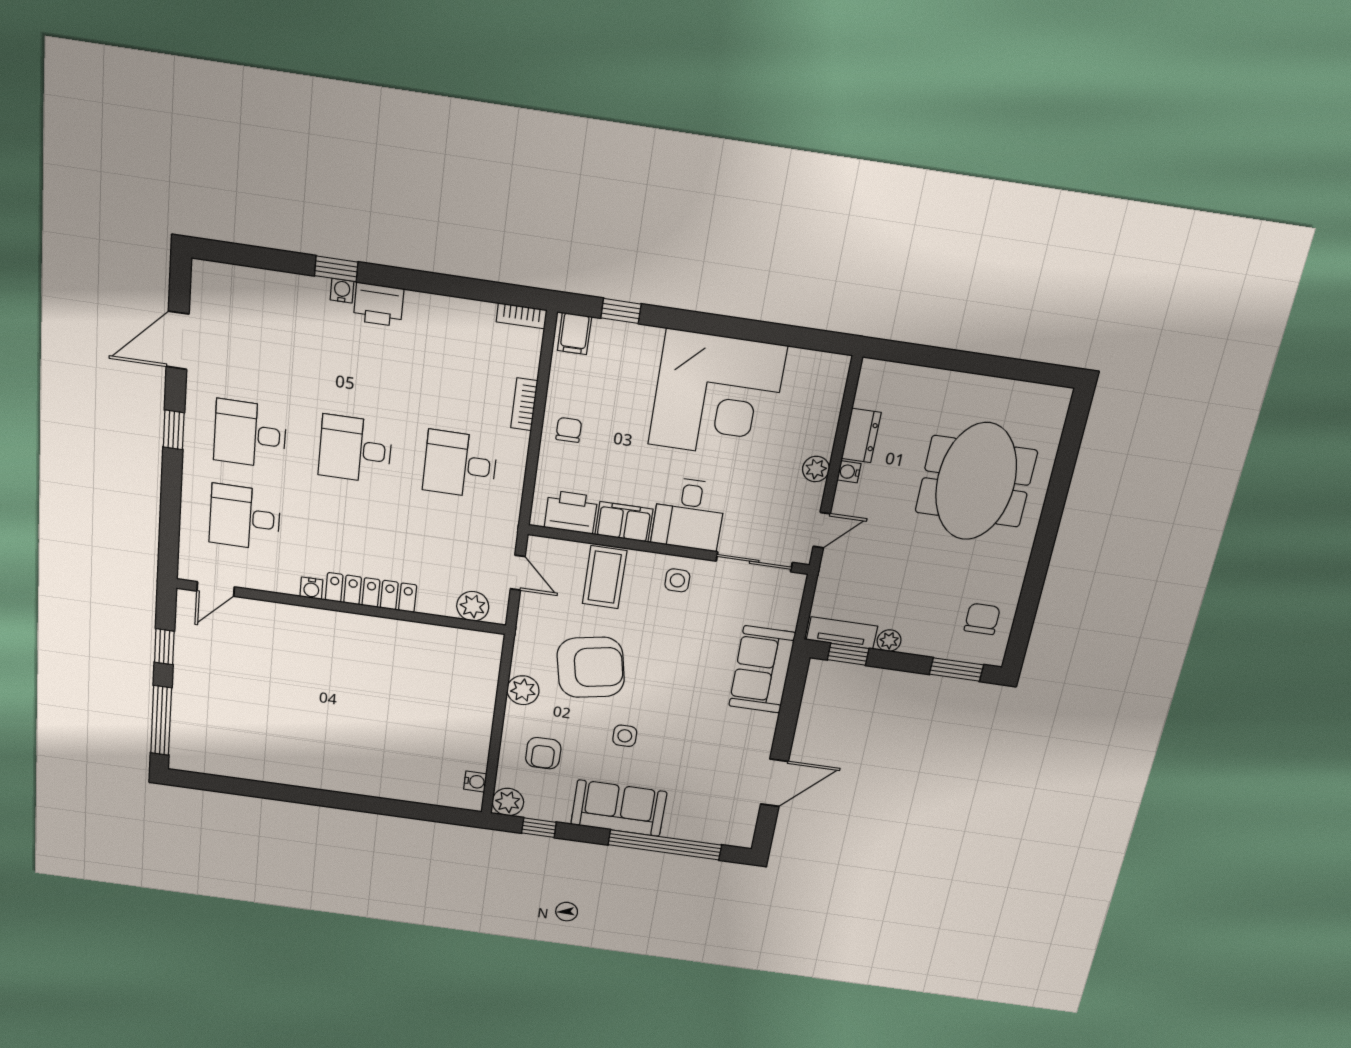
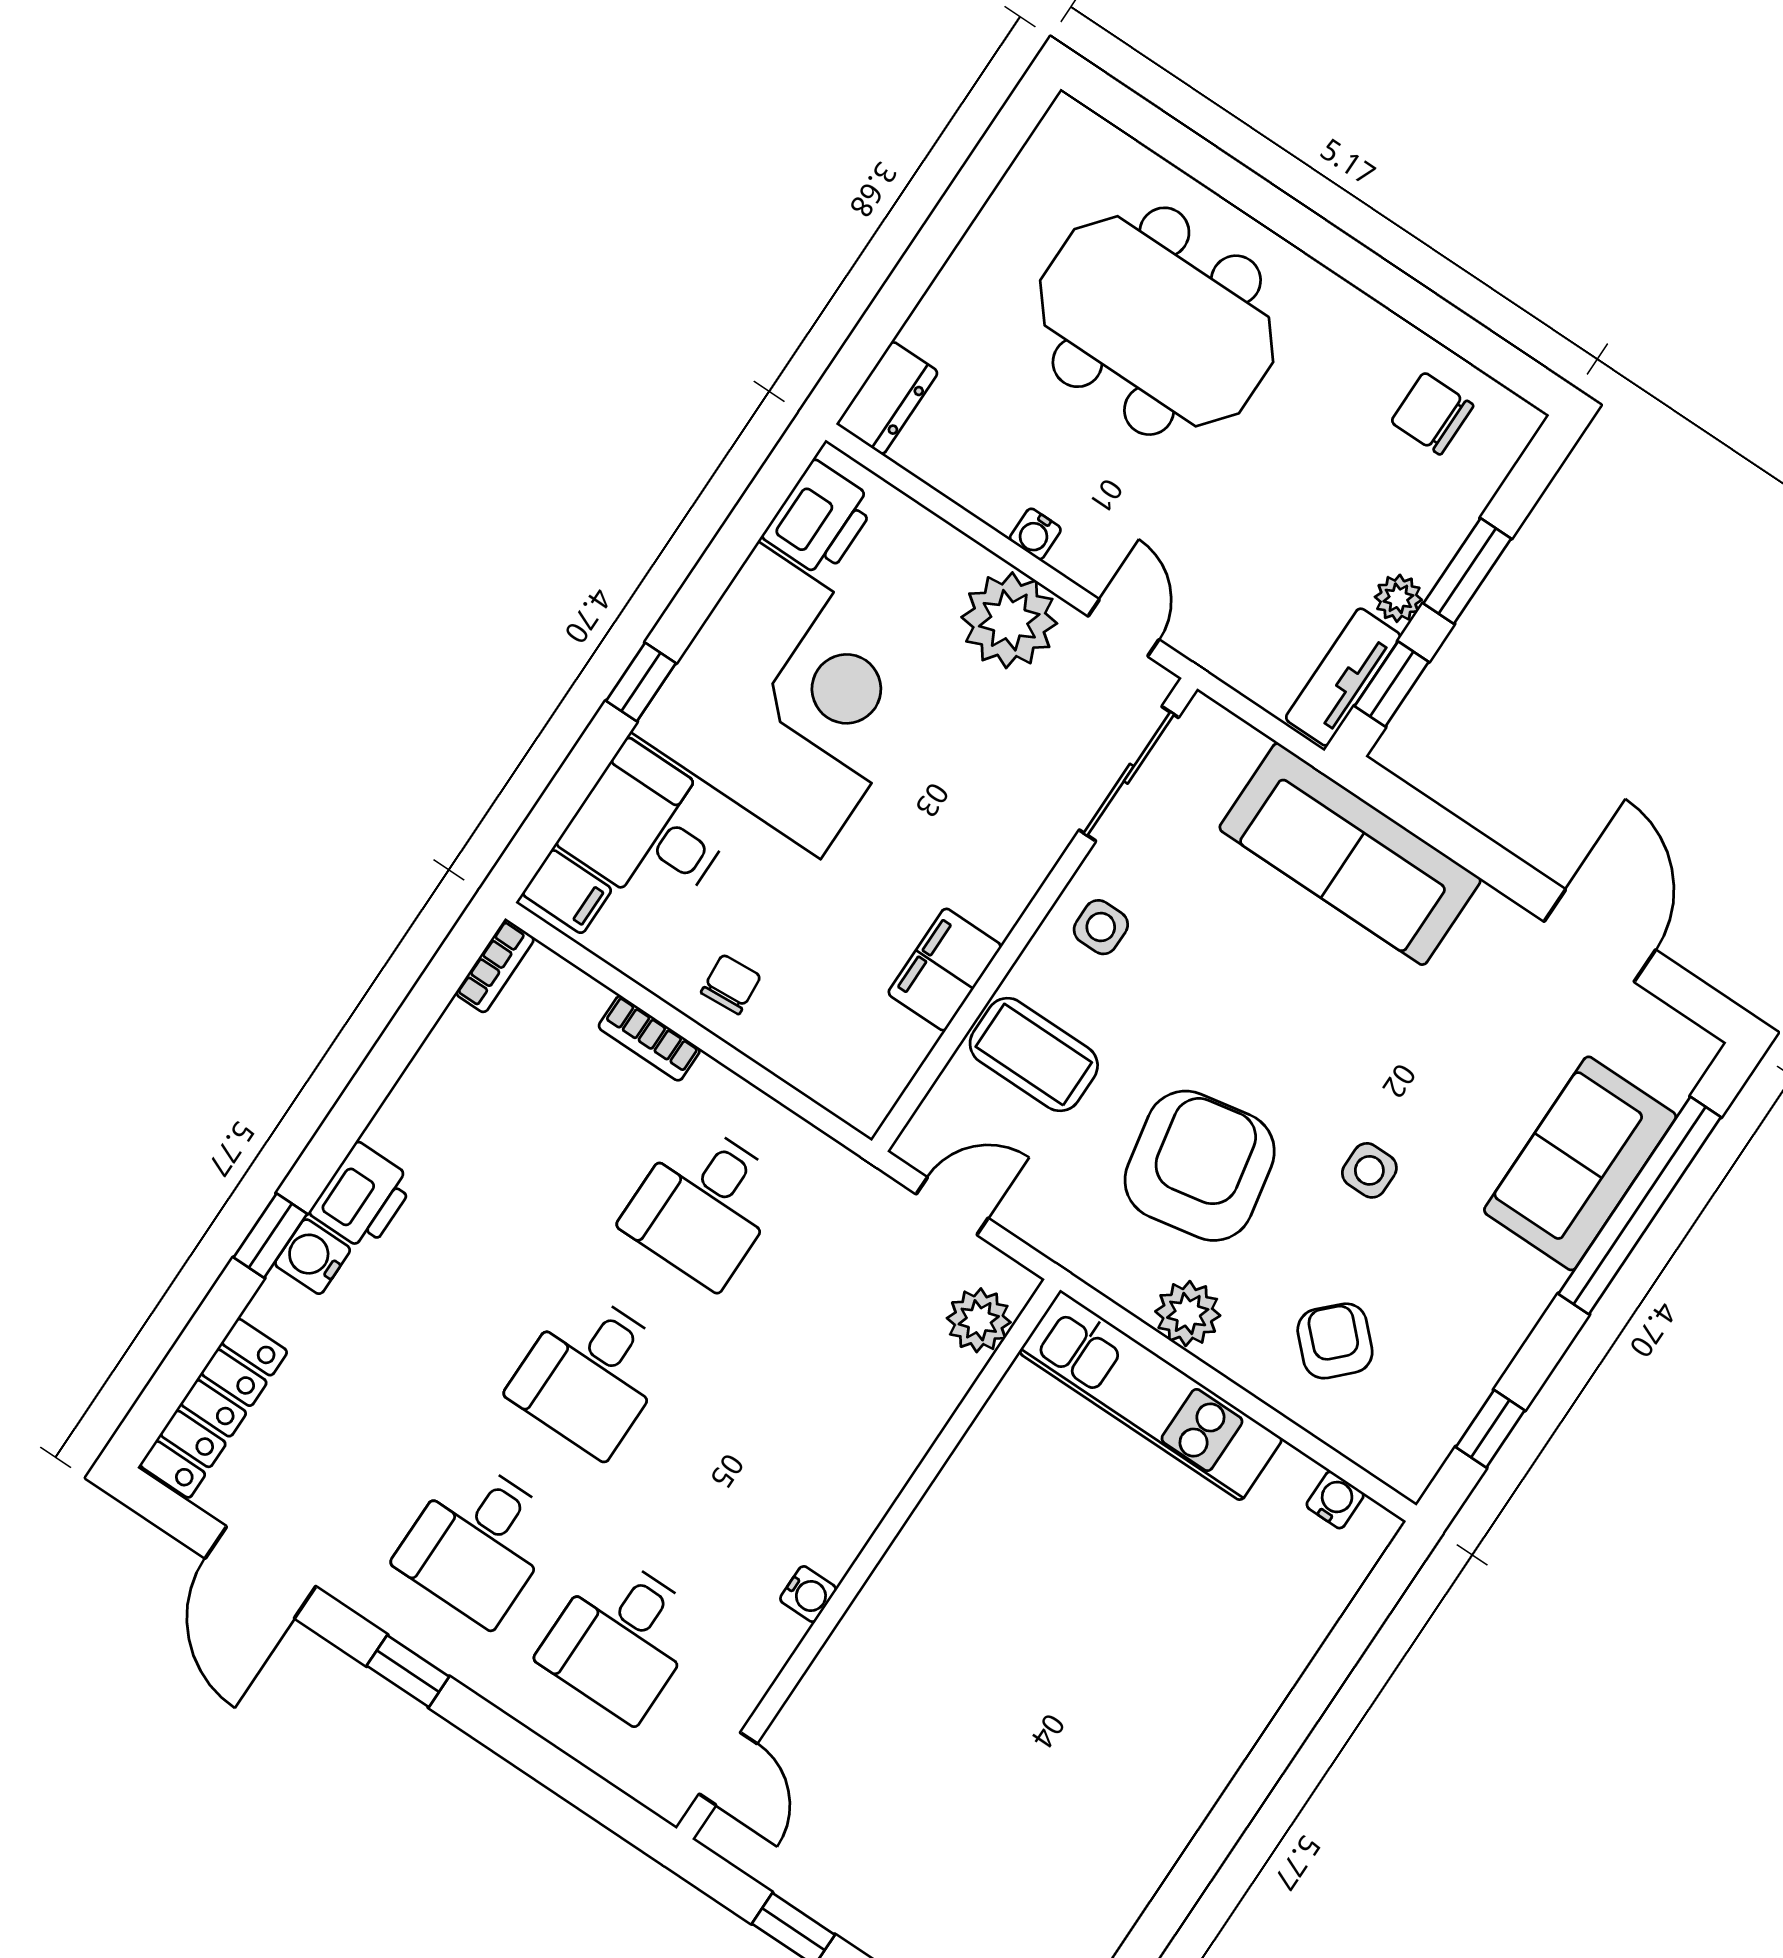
water cooler: (342, 291) -> (313, 1257), width x1.38, depth x1.38
window: (621, 311) -> (641, 682), moved
chair: (569, 430) -> (731, 984), turned 86
dresser: (861, 435) -> (887, 398), moved, turned 90
plant: (816, 469) -> (1009, 620), width x1.88, depth x1.88
printer: (571, 512) -> (820, 519), moved, turned 180
desk: (689, 514) -> (649, 829), moved, turned 180
locker: (371, 593) -> (214, 1408), moved, turned 180
sofa: (762, 670) -> (1350, 854), width x1.36
window: (956, 670) -> (1467, 571), moved
kitchen unit: (479, 691) -> (1151, 1396), added
armchair: (543, 753) -> (1335, 1341), turned -135
plant: (508, 802) -> (1407, 1460), removed
sofa: (619, 808) -> (1580, 1163), moved

